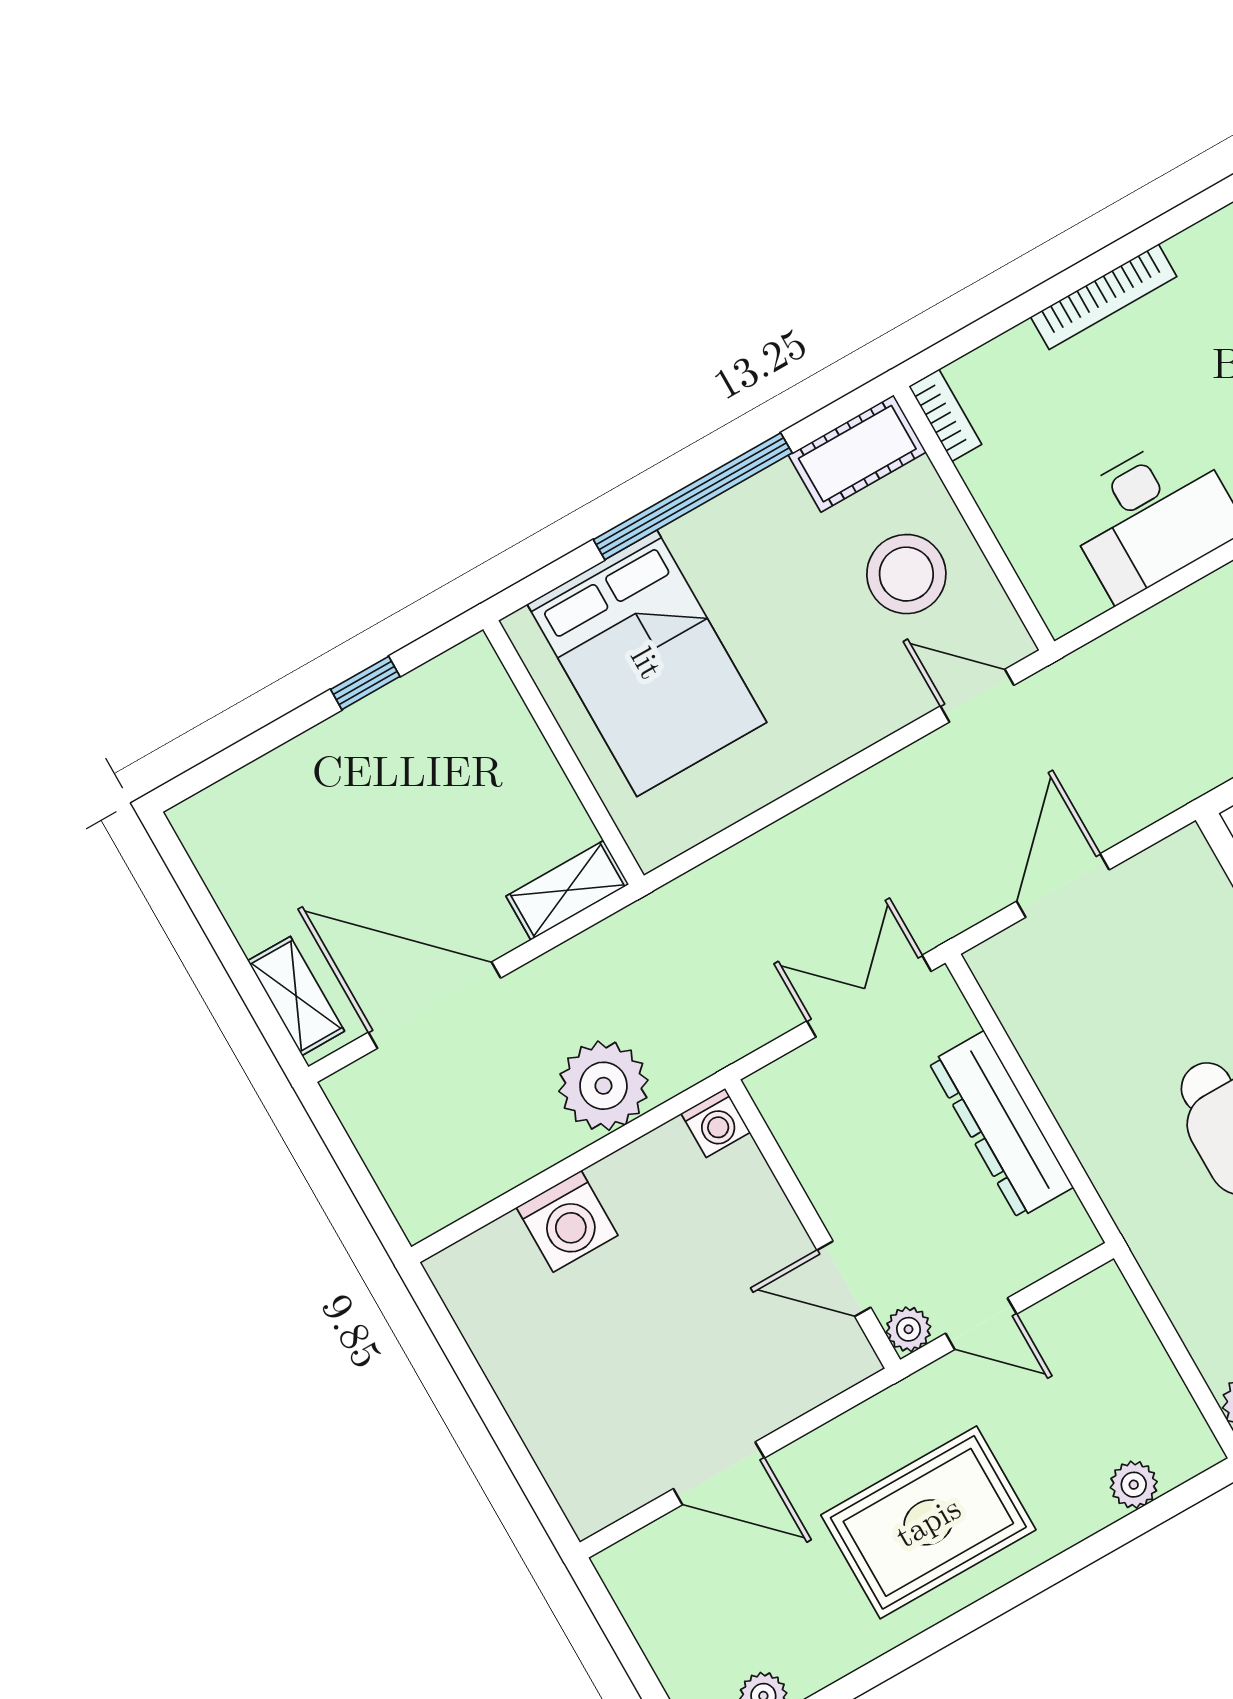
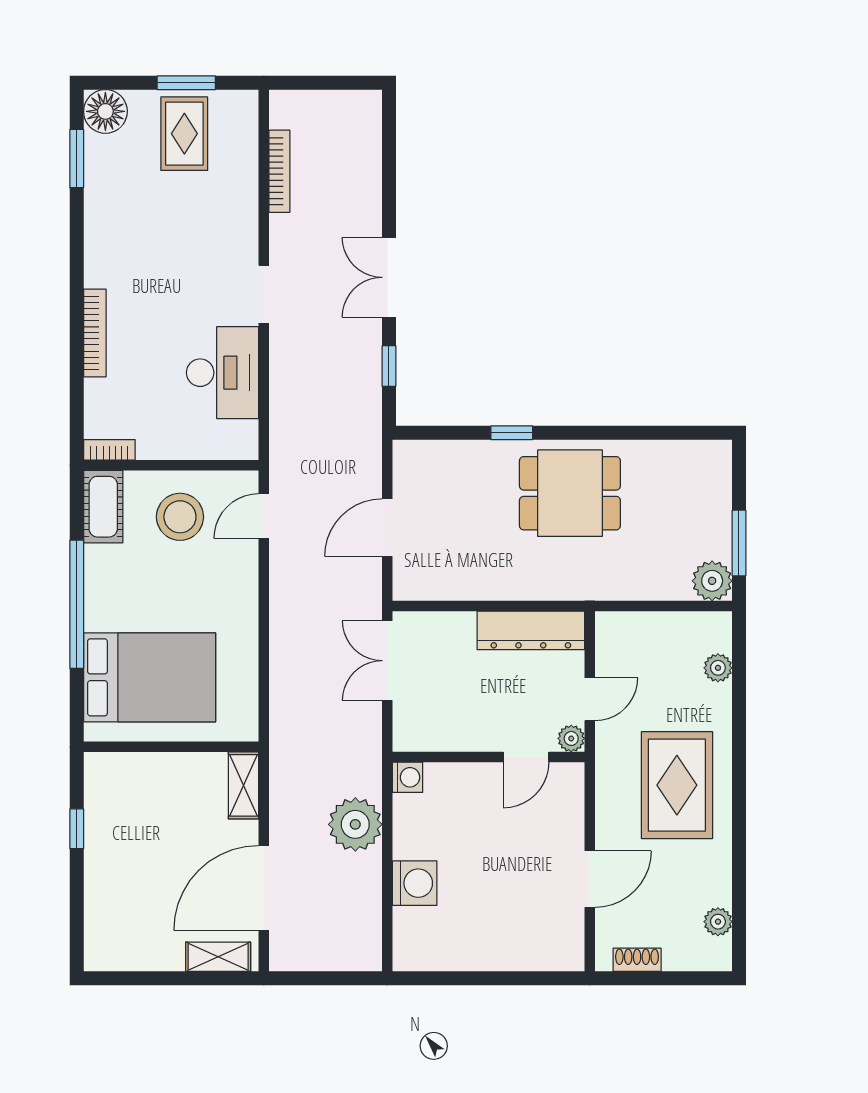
door: (1063, 886) -> (387, 528), hinge flipped
dresser: (1001, 1125) -> (531, 630), moved
shoe rack: (640, 1610) -> (637, 960), added

